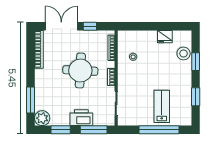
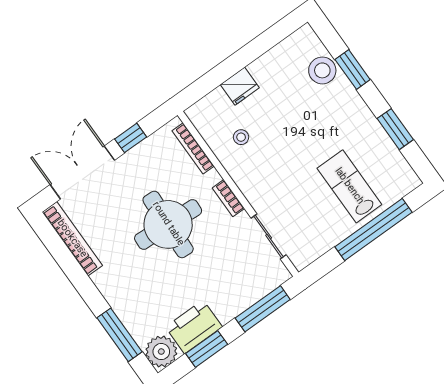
fridge: (165, 37) -> (240, 86), moved
printer: (81, 118) -> (194, 327), moved

